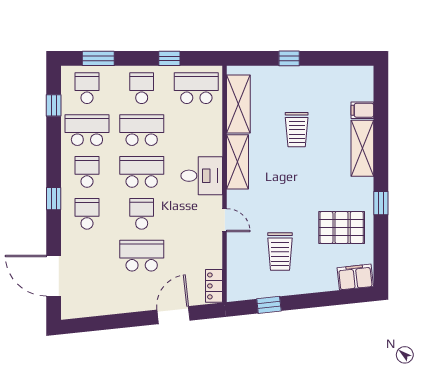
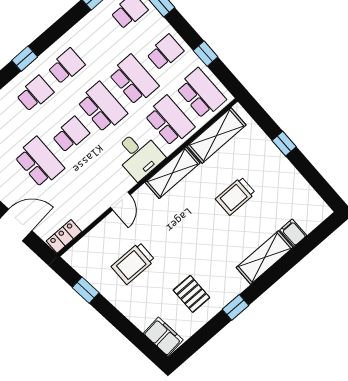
school desk: (87, 130) -> (169, 121), moved
pallet: (342, 228) -> (191, 294), width x0.67, depth x0.71

